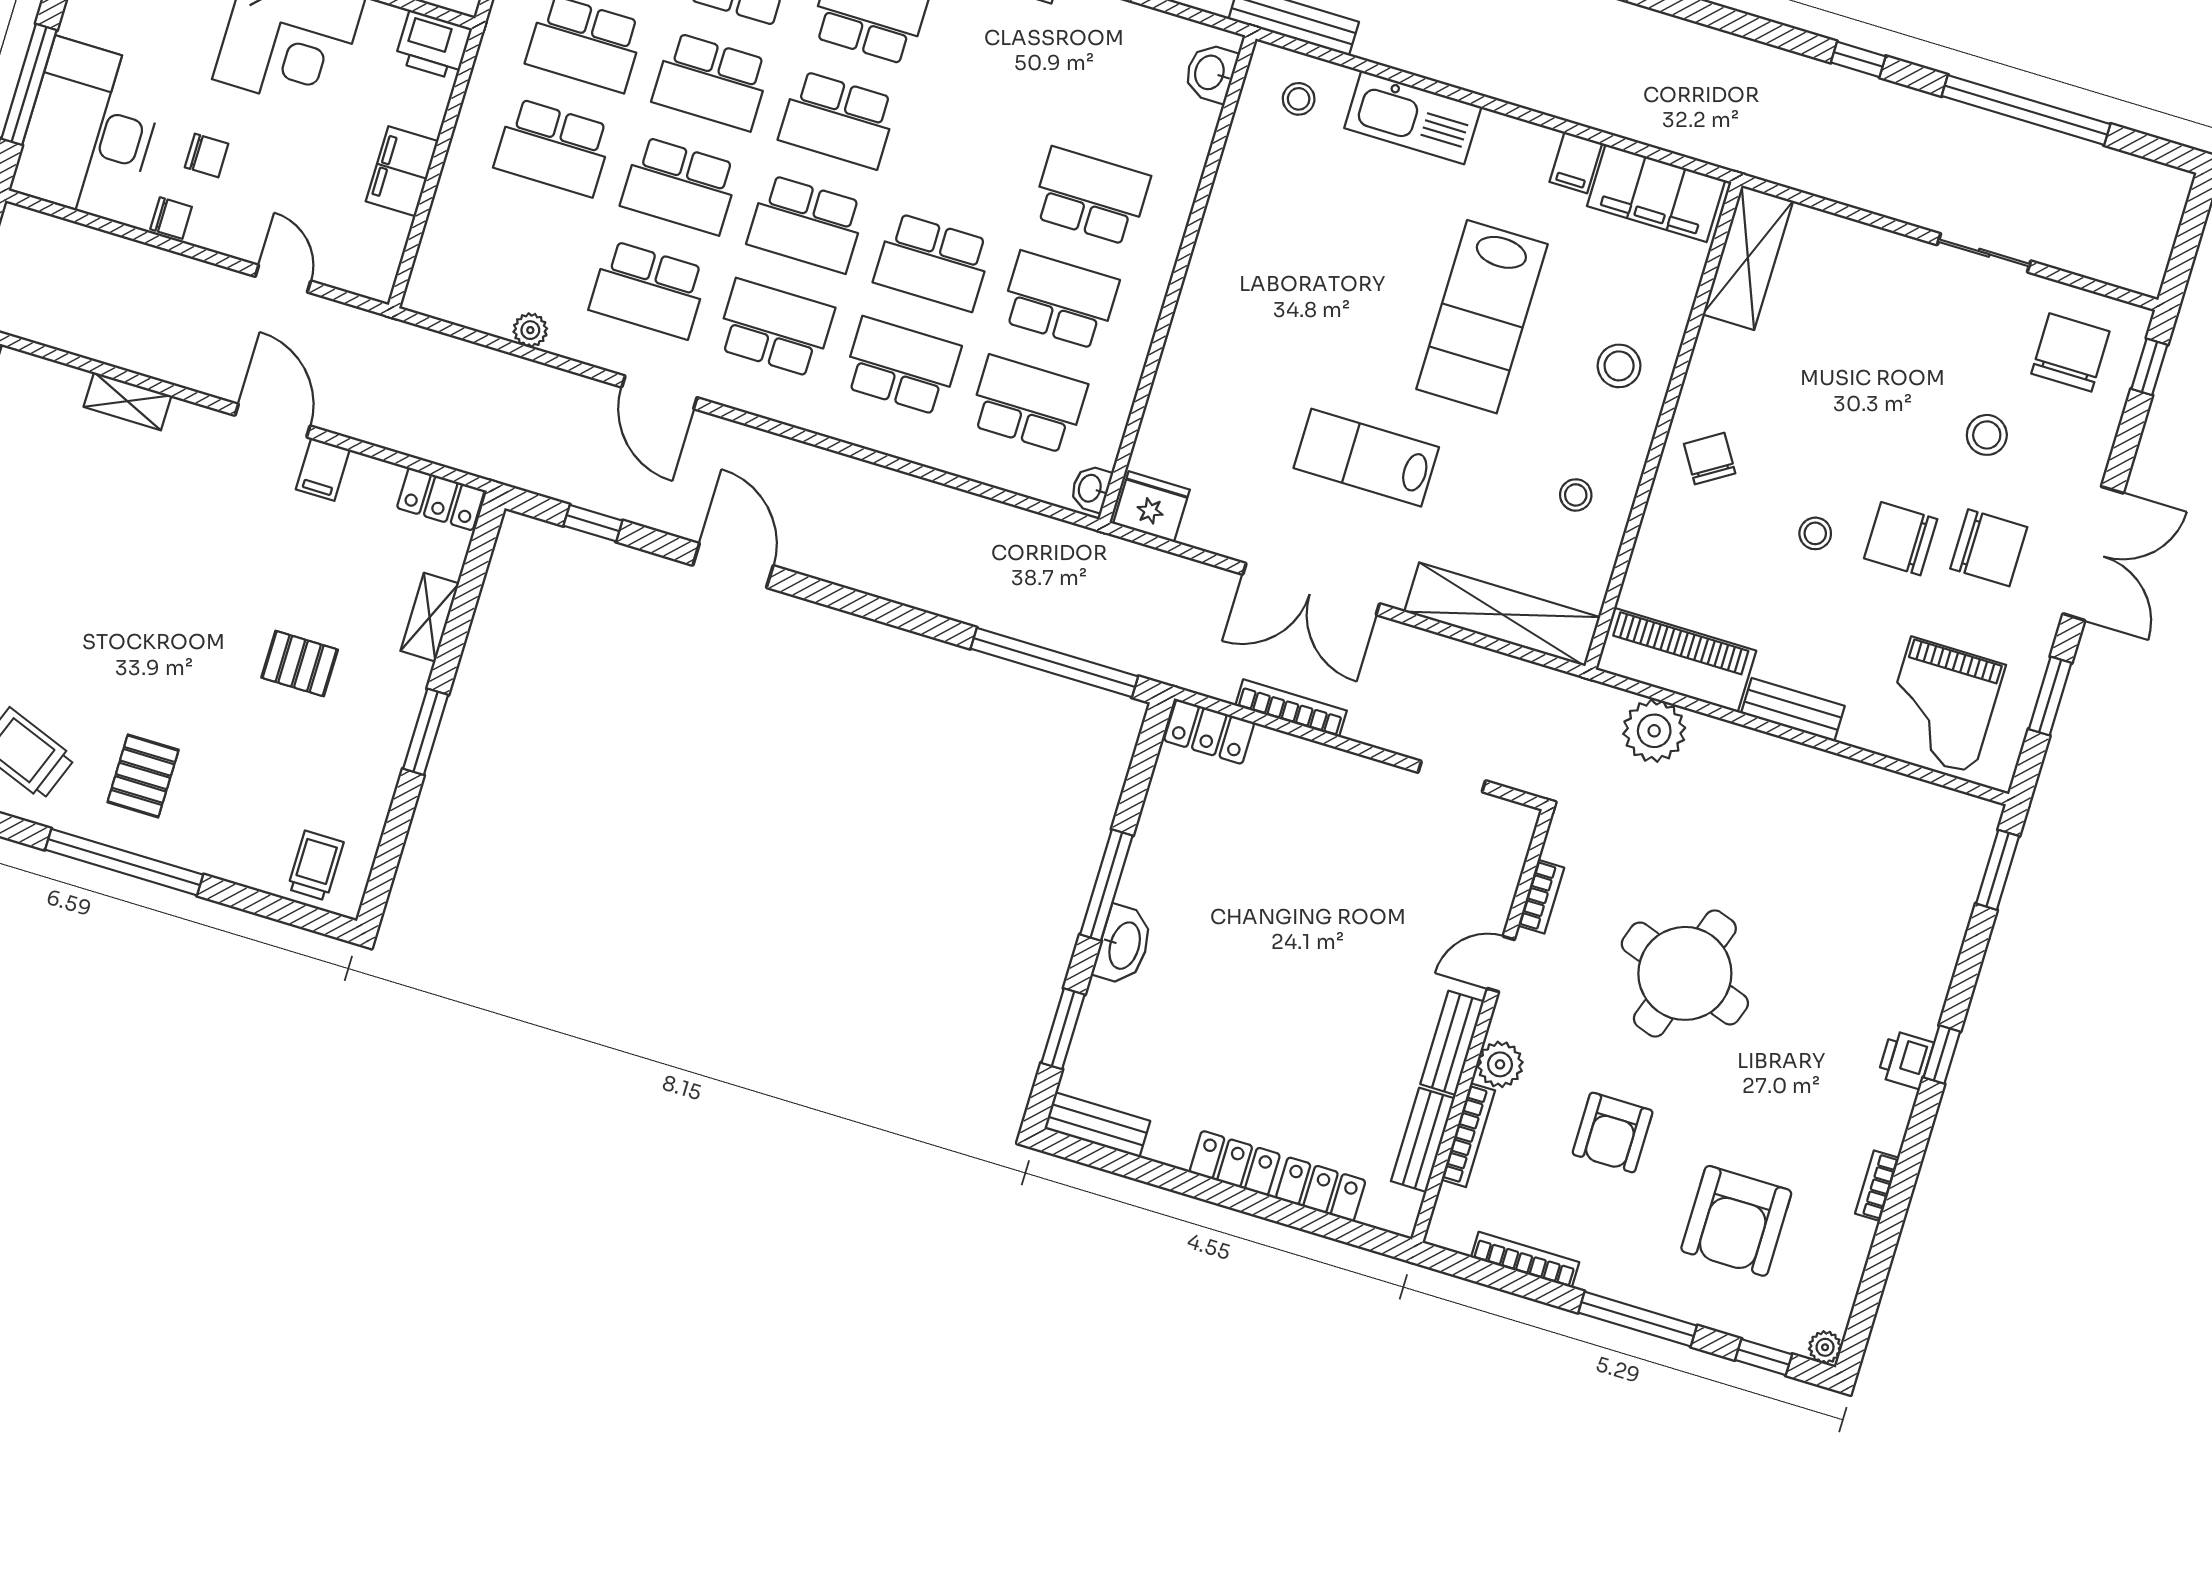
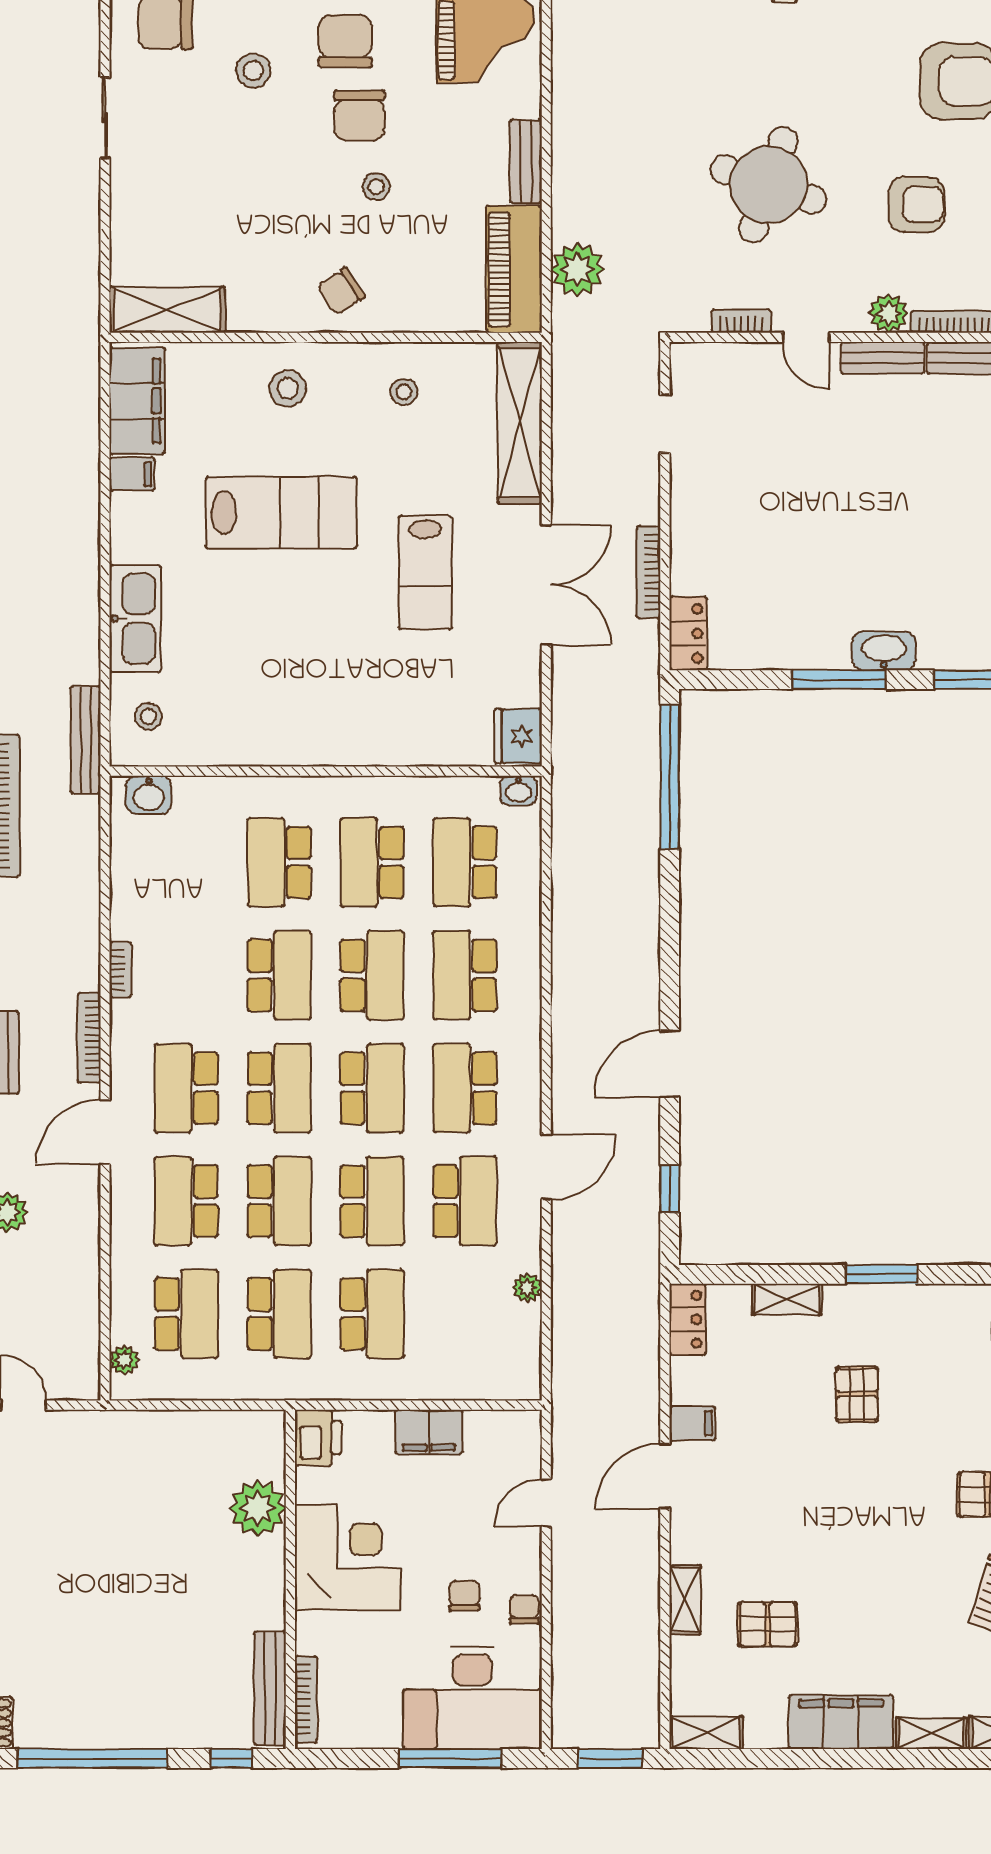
school desk: (964, 158) -> (279, 975), added
pallet: (72, 486) -> (767, 1624), added

